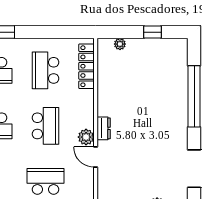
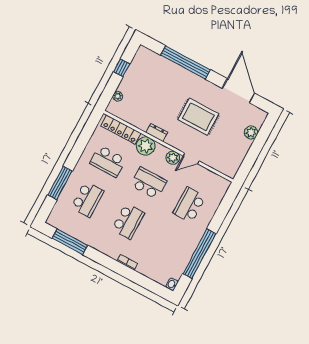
plant: (83, 102) -> (146, 146), added
dresser: (104, 128) -> (157, 133), moved
rug: (144, 141) -> (198, 117), added

